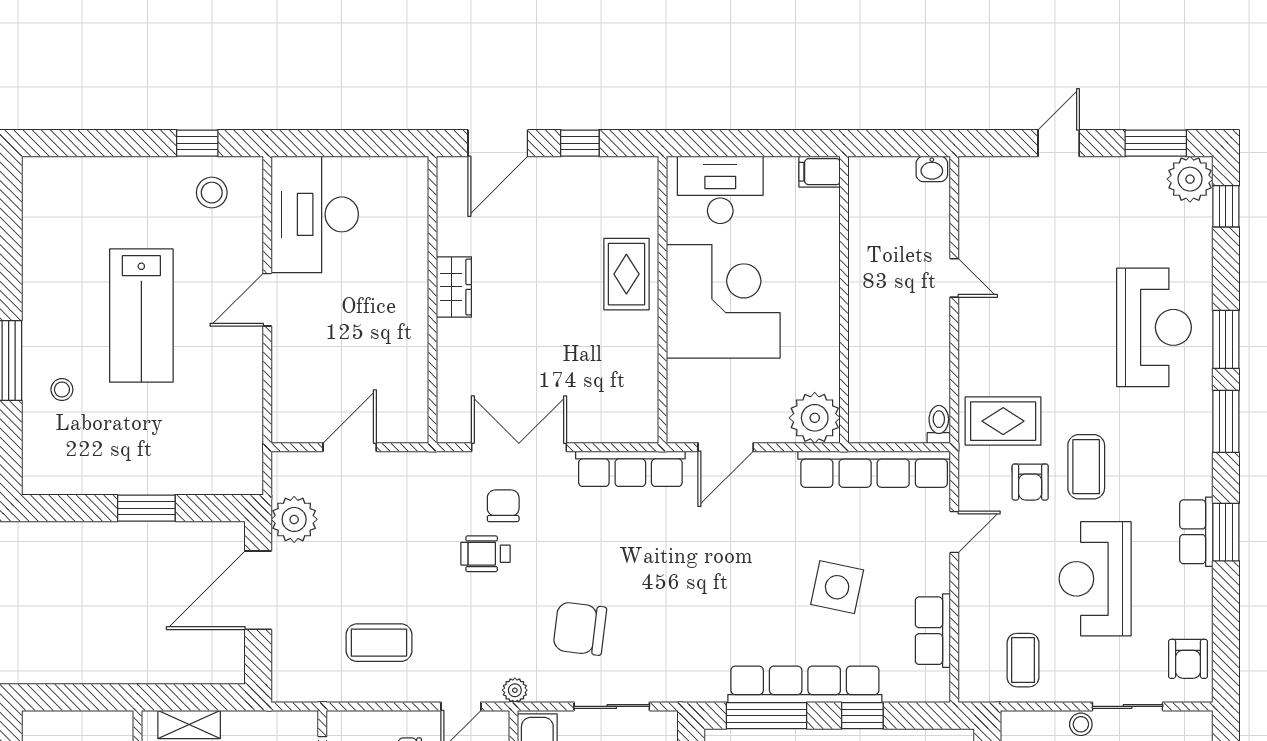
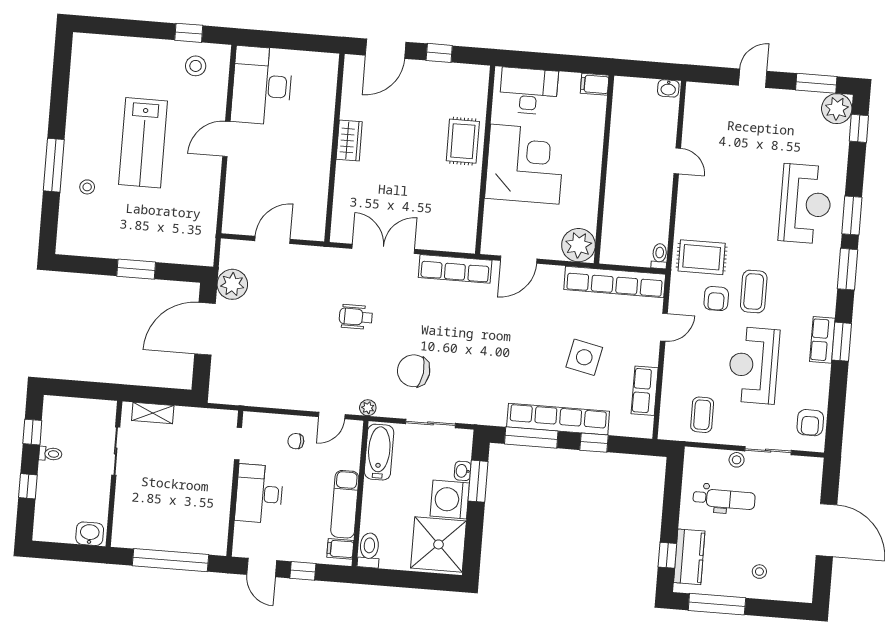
chair: (503, 506) -> (370, 286), removed
coffee table: (379, 643) -> (281, 369), removed

